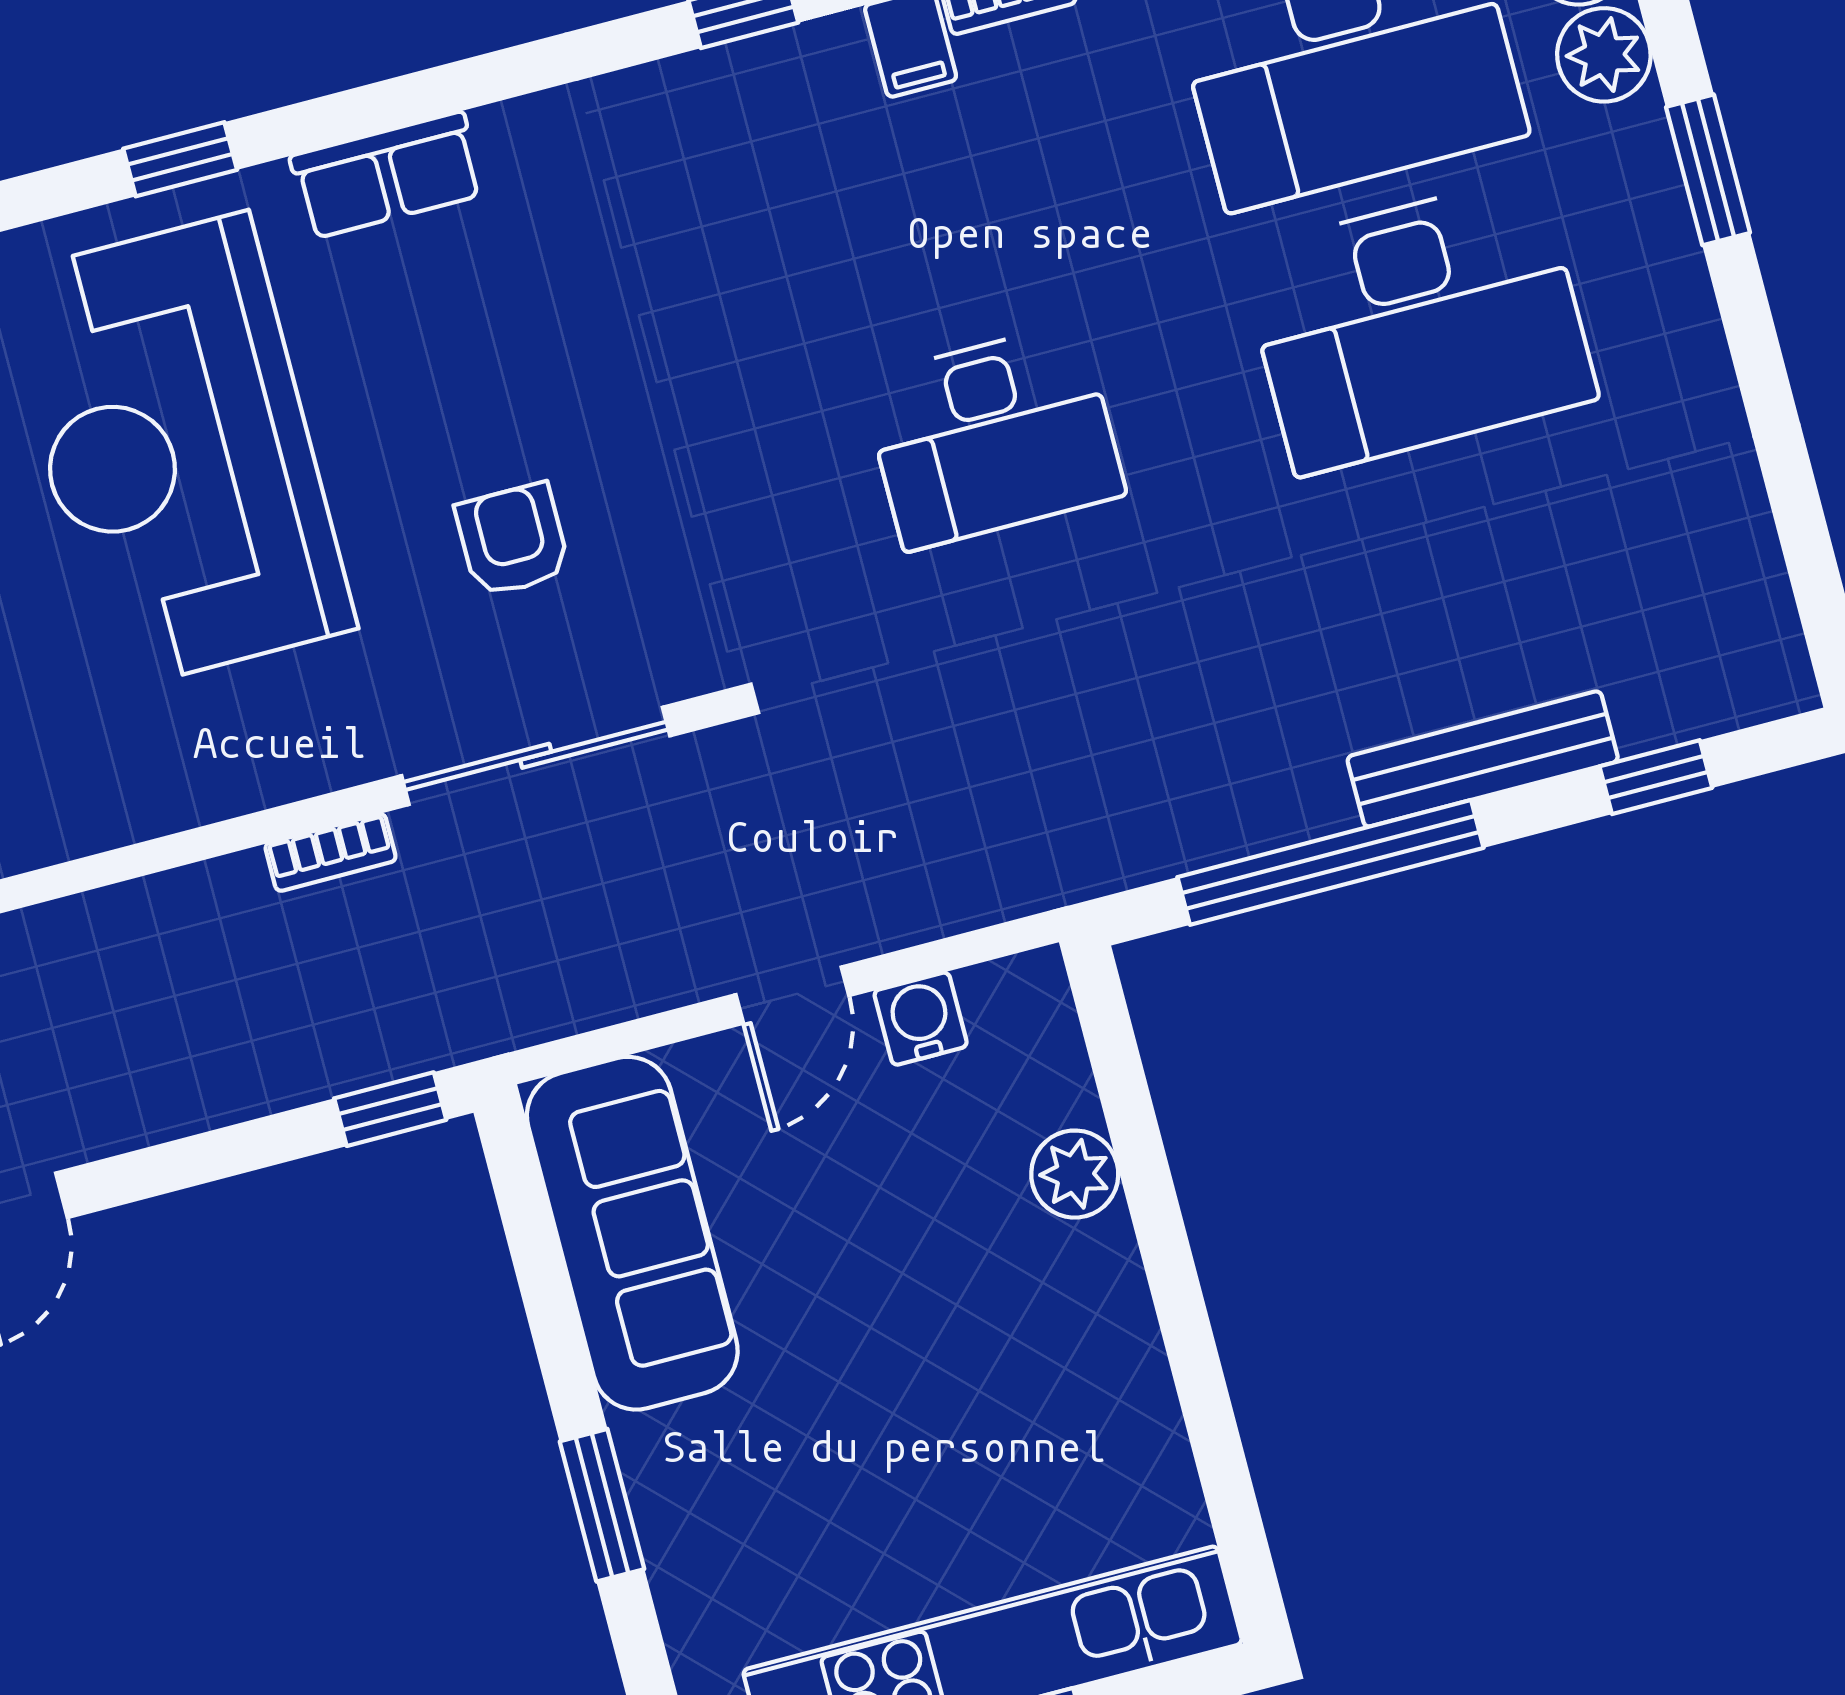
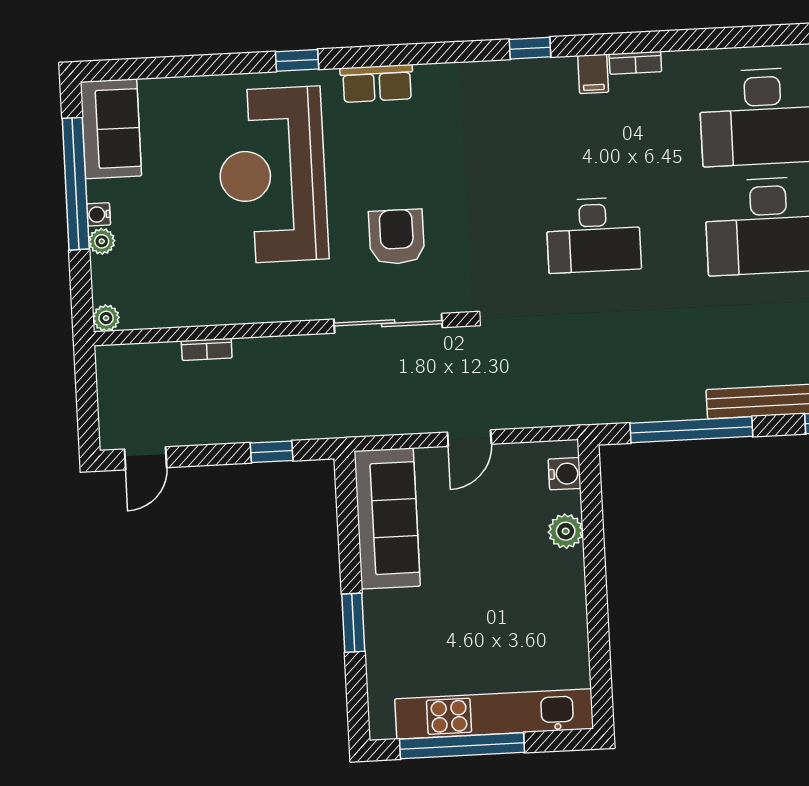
armchair: (513, 540) -> (397, 237), width x1.38, depth x1.38
bookcase: (331, 852) -> (207, 349), moved
water cooler: (921, 1019) -> (565, 474), moved, turned 90
window: (390, 1109) -> (272, 452), moved

